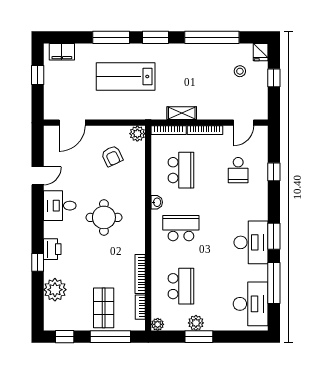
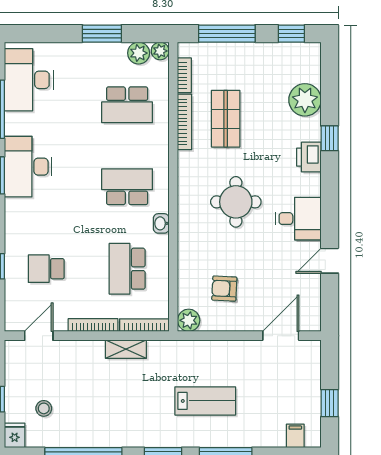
filing cabinet: (62, 52) -> (295, 436), width x0.50
lab bench: (126, 76) -> (205, 401), width x0.73, depth x0.72
armchair: (112, 156) -> (224, 289), turned -62
school desk: (238, 170) -> (46, 269), turned -90
school desk: (181, 228) -> (127, 187), turned 180
school desk: (181, 286) -> (127, 105), turned -90
shop shelf: (104, 308) -> (226, 119), moved
plant: (196, 323) -> (139, 53), moved

